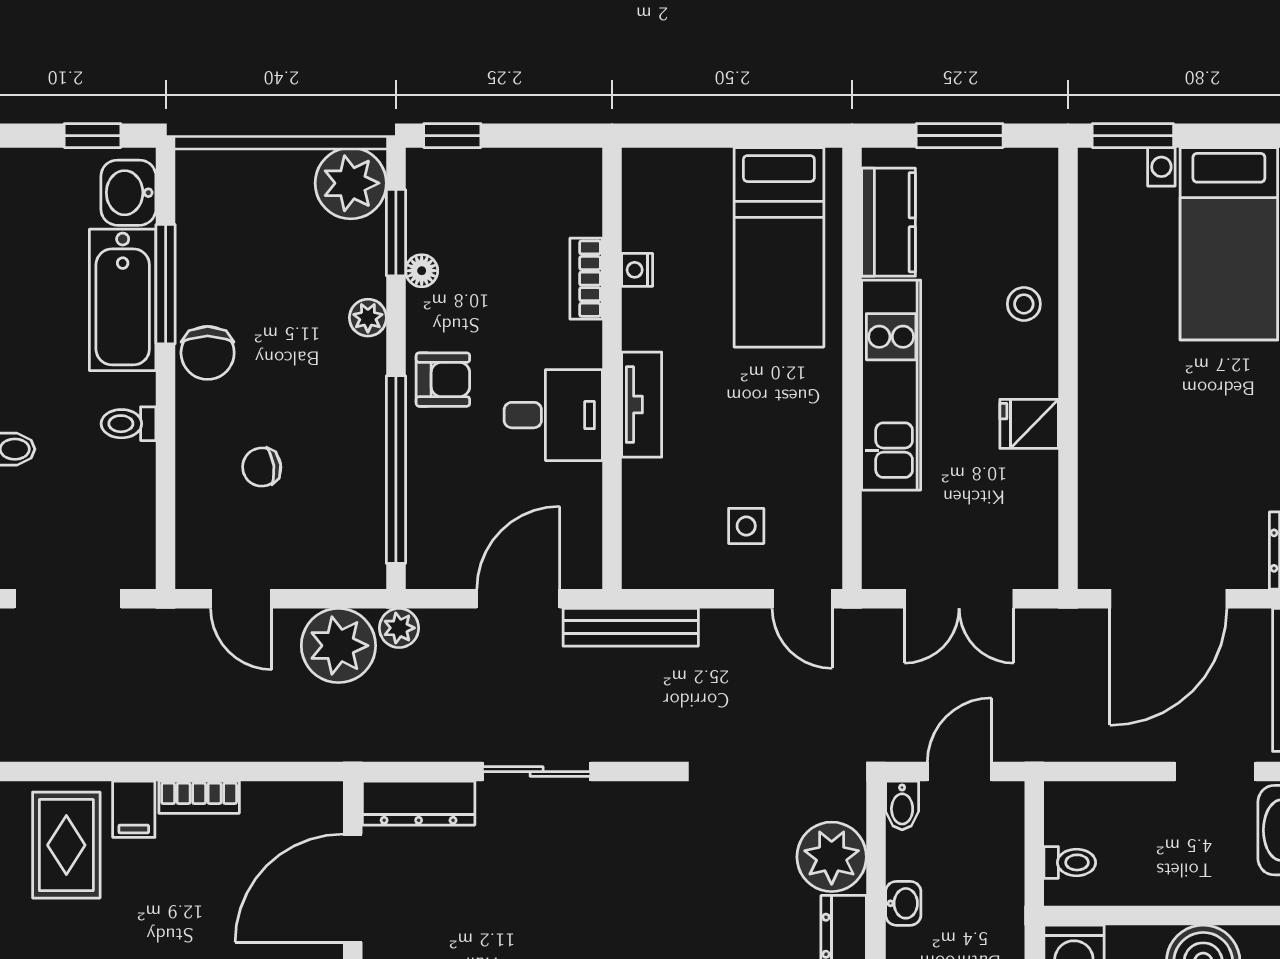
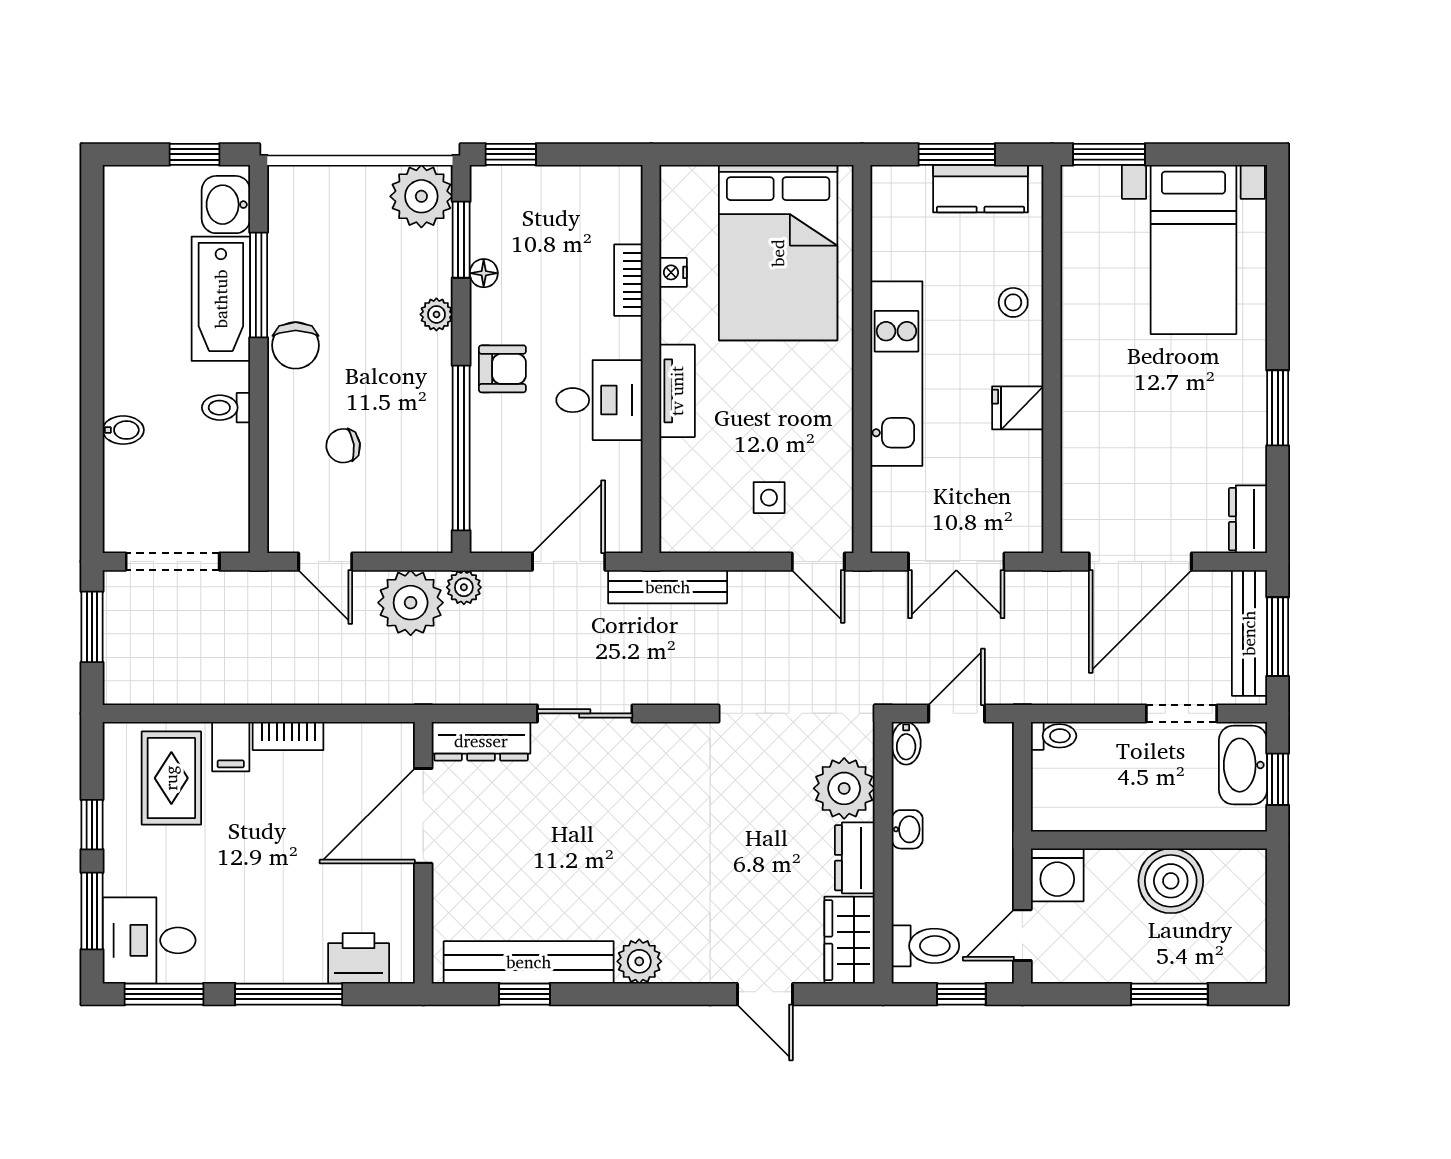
kitchen counter: (889, 222) -> (981, 189), moved, turned 90
bed: (779, 247) -> (778, 253), width x1.50
toilet: (1070, 862) -> (1054, 736), moved

